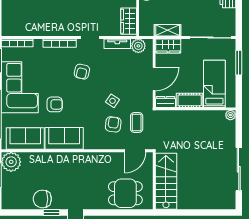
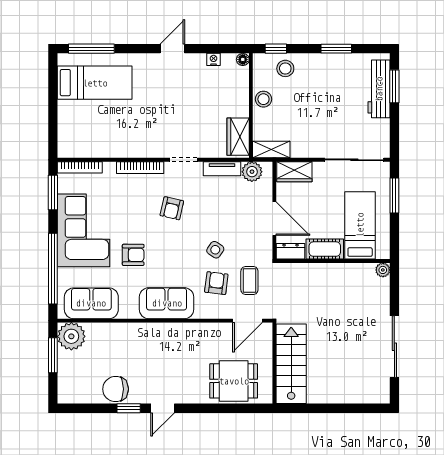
shelving: (168, 30) -> (271, 150), moved
door: (154, 79) -> (274, 219), hinge flipped
sofa: (64, 138) -> (167, 303), moved

